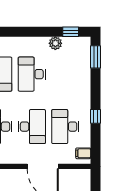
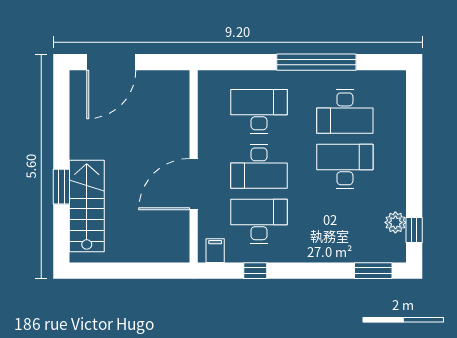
plant: (55, 43) -> (395, 222), moved
window: (95, 116) -> (255, 271), moved

